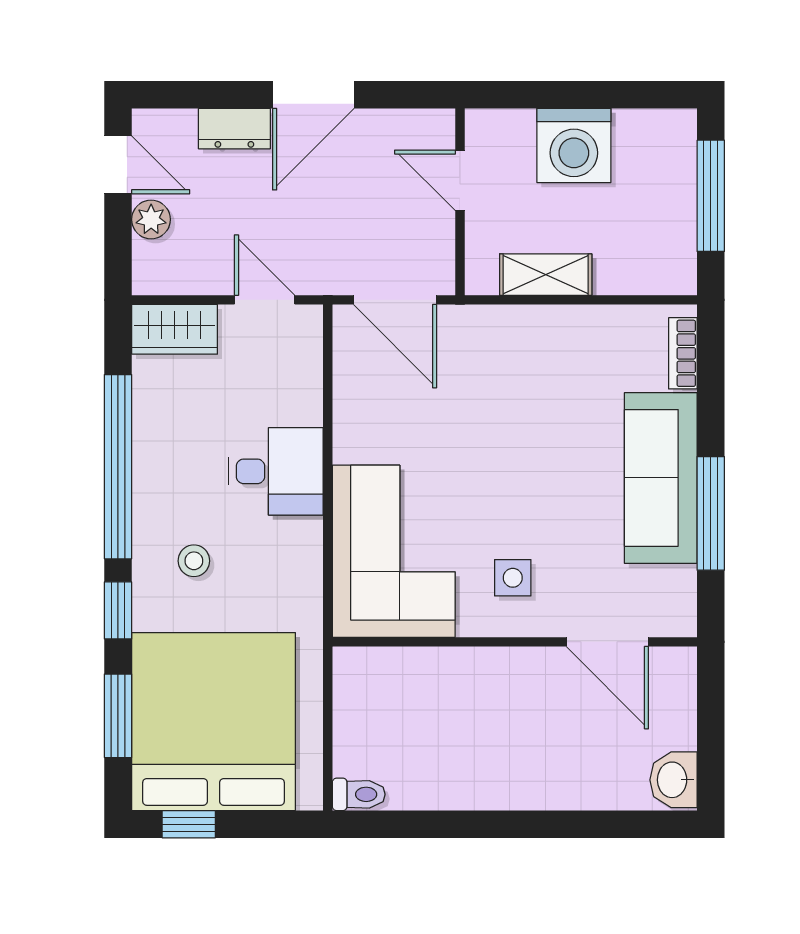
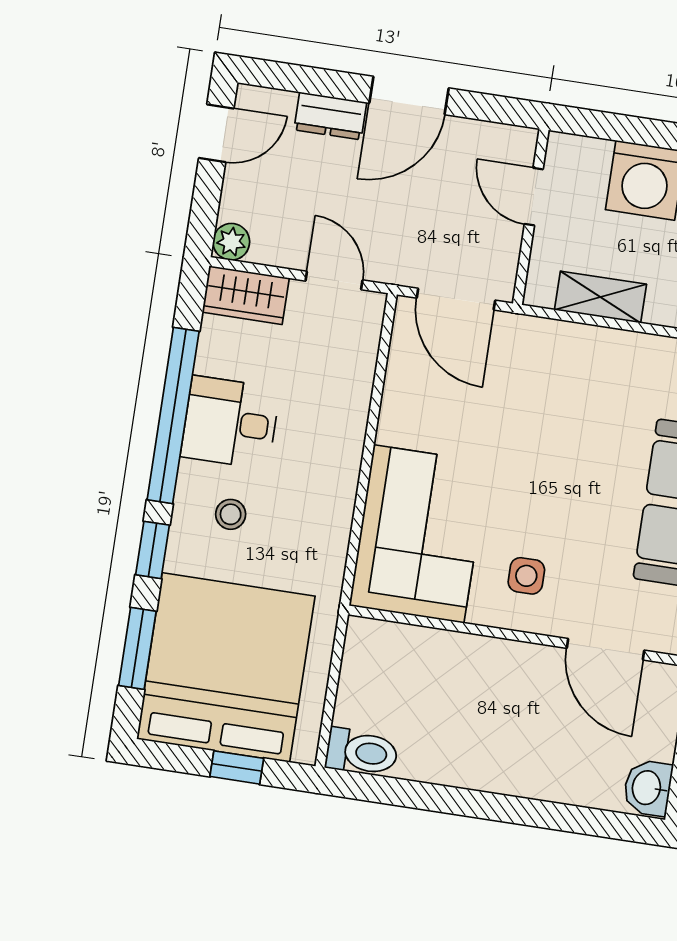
door: (118, 165) -> (216, 133), hinge flipped
plant: (151, 219) -> (231, 242), moved
desk: (276, 471) -> (230, 422), moved, turned 180
toilet: (359, 794) -> (362, 752), width x1.37, depth x1.39
window: (189, 824) -> (237, 767), moved

